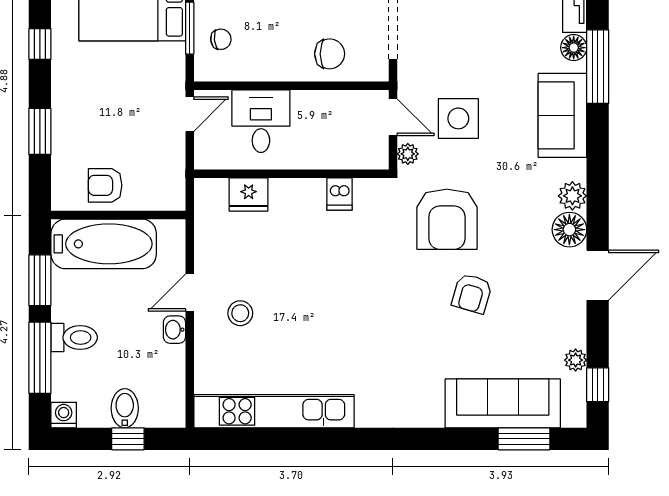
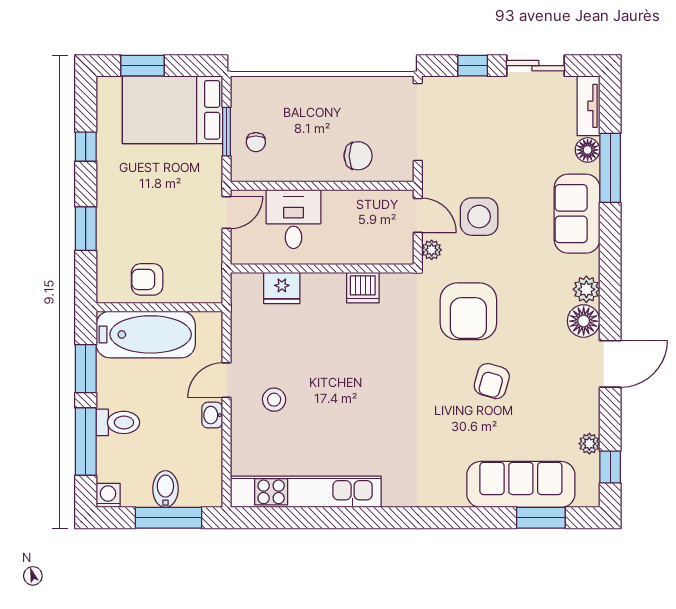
chair: (221, 39) -> (256, 142), turned 97
dishwasher: (339, 194) -> (363, 288), width x1.38
window: (128, 439) -> (168, 518), width x2.17

